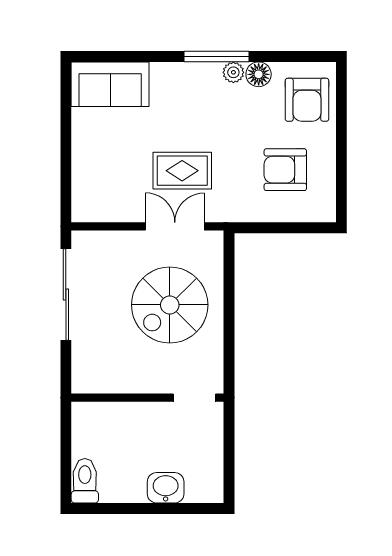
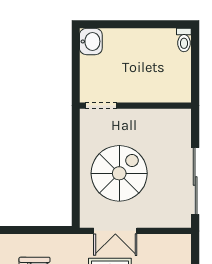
toilet: (85, 481) -> (184, 40), width x0.73, depth x0.72
washbasin: (166, 488) -> (91, 41), moved, turned -90

